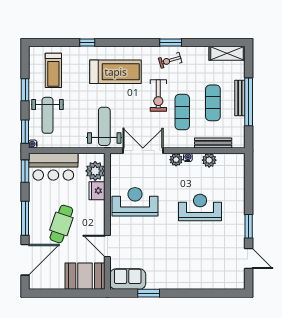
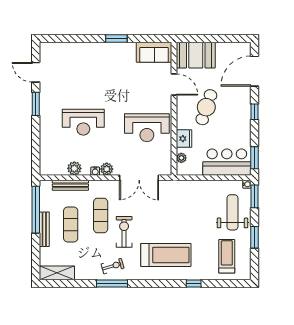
window: (171, 42) -> (112, 284), width x1.44
treadmill: (116, 72) -> (166, 255), turned 180
window: (249, 102) -> (36, 210), moved
weight bench: (104, 126) -> (177, 202), removed
plant: (95, 171) -> (181, 158), width x0.53, depth x0.53
window: (25, 218) -> (254, 112), width x0.46
cafe table: (61, 224) -> (206, 107), moved
window: (149, 293) -> (116, 38), moved

